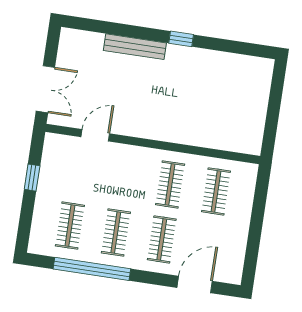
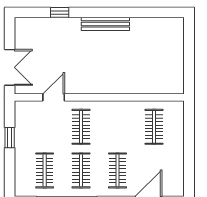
window: (181, 39) -> (60, 12), moved
bench: (135, 47) -> (105, 24), moved
clothes rail: (170, 184) -> (81, 127), moved

